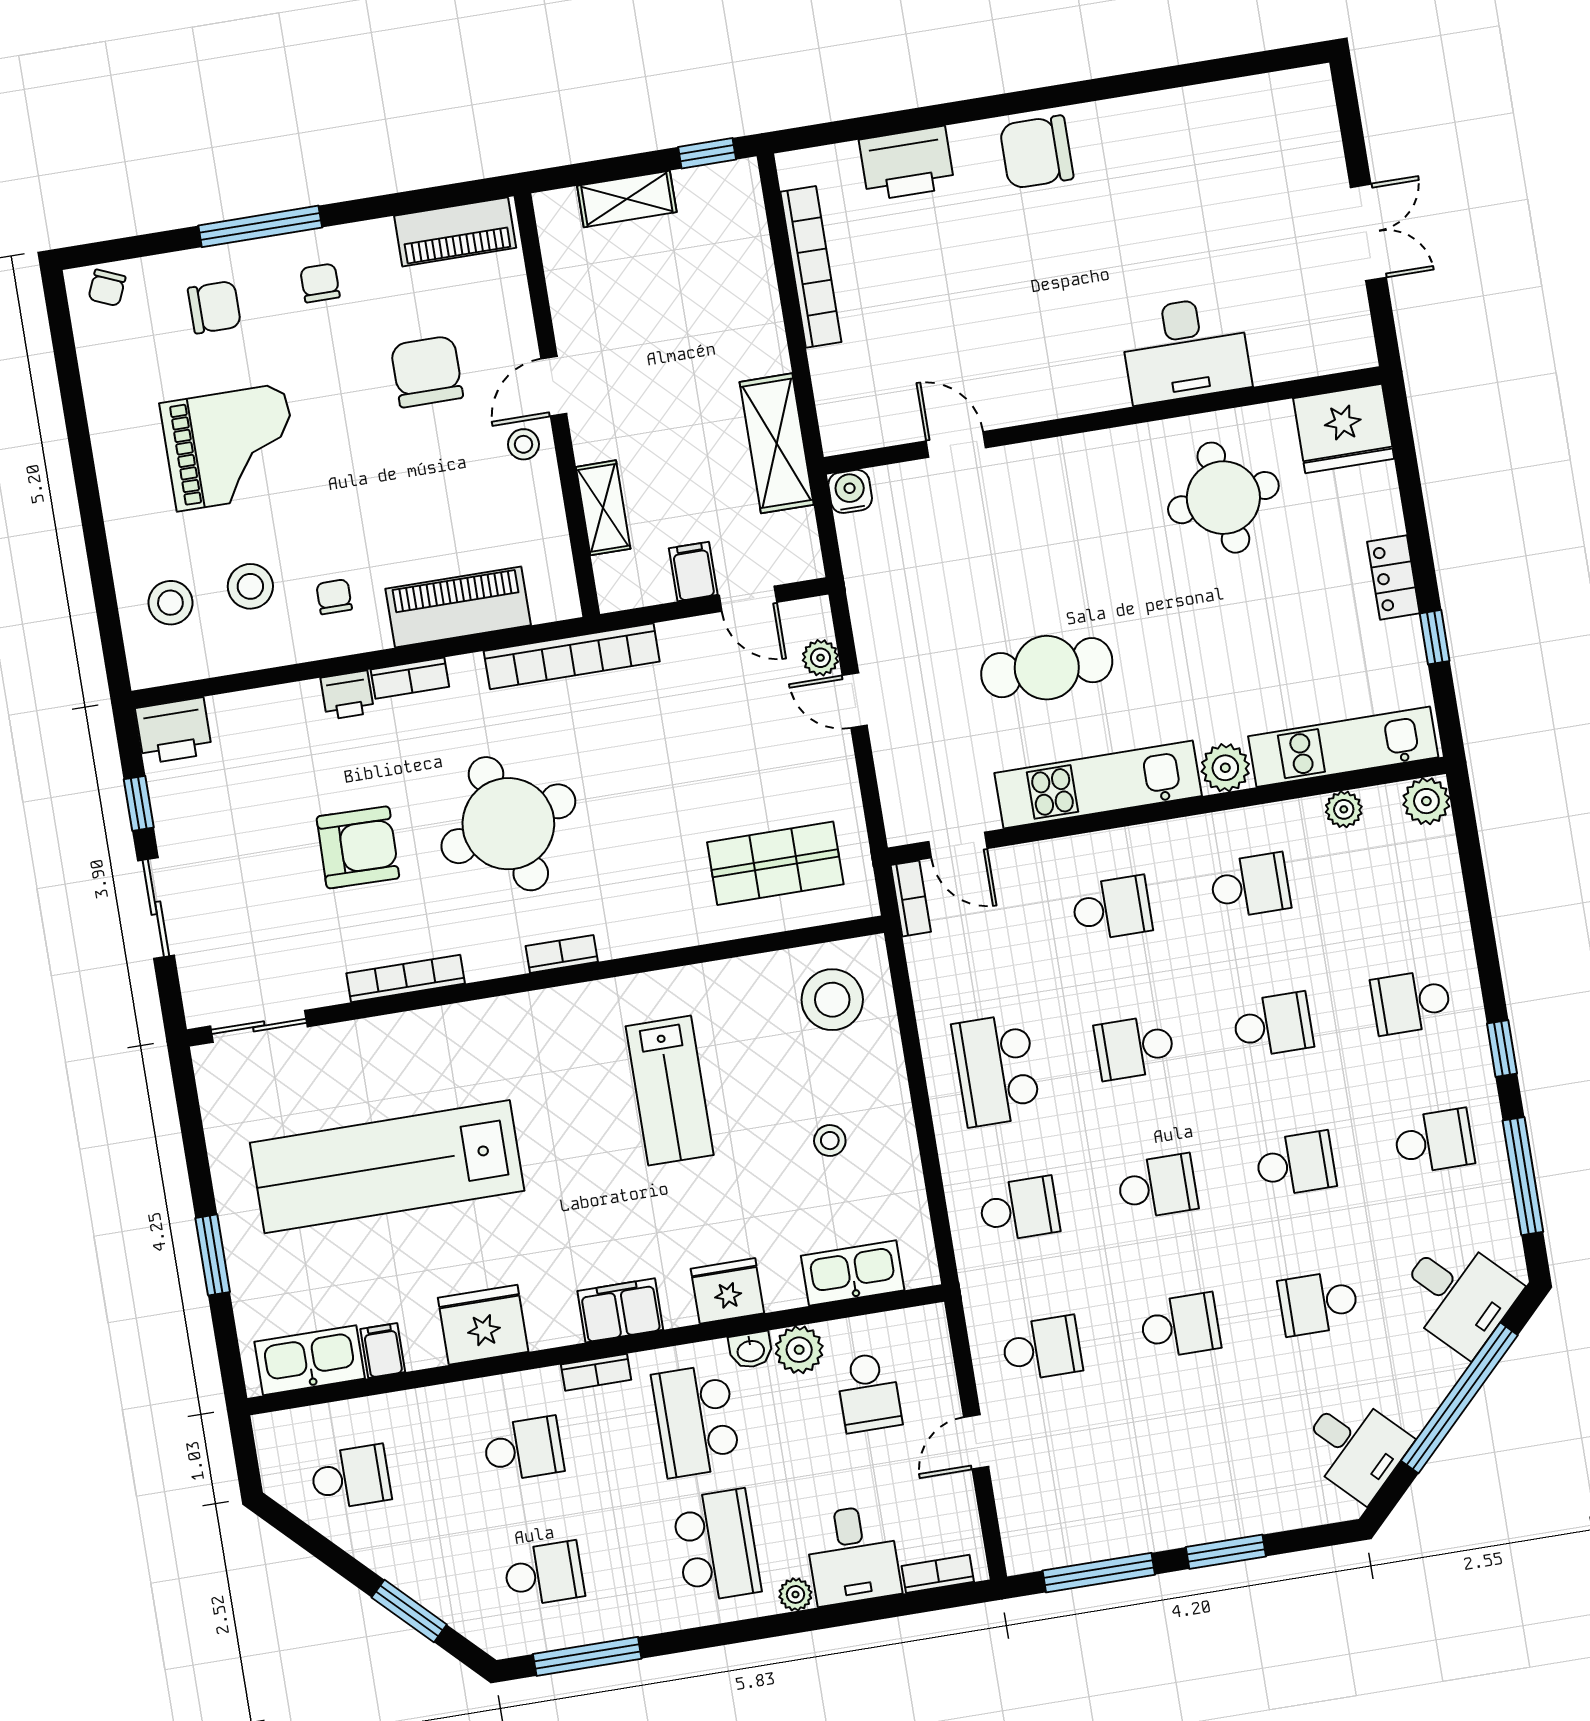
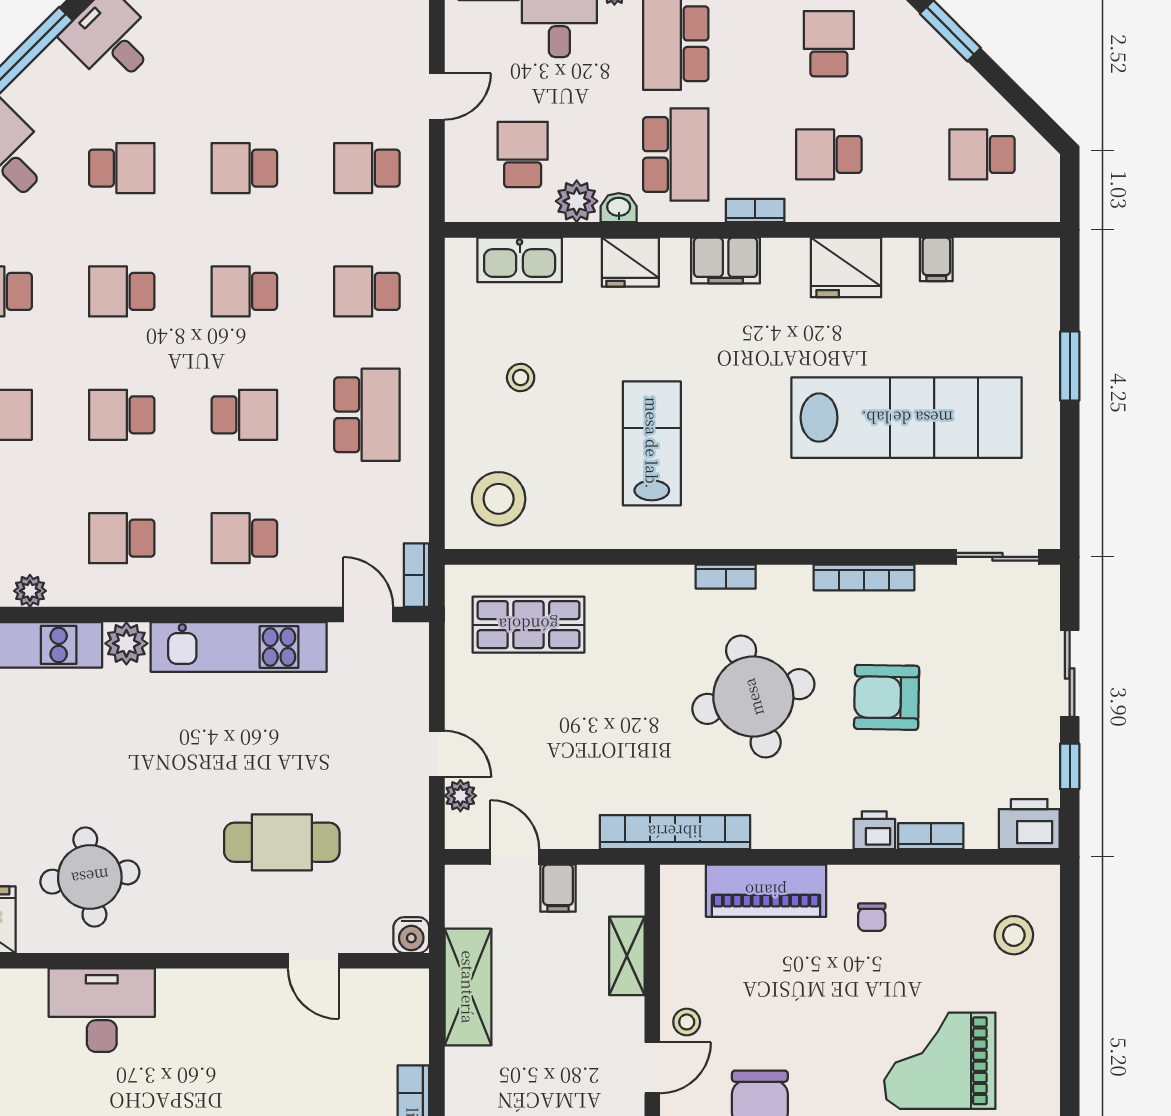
stool: (250, 586) -> (943, 938), removed
cafe table: (1047, 668) -> (282, 842), moved
bookcase: (410, 678) -> (931, 836), moved
kitchen sink: (310, 1360) -> (1001, 261), removed
school desk: (544, 1574) -> (829, 44), turned 90

